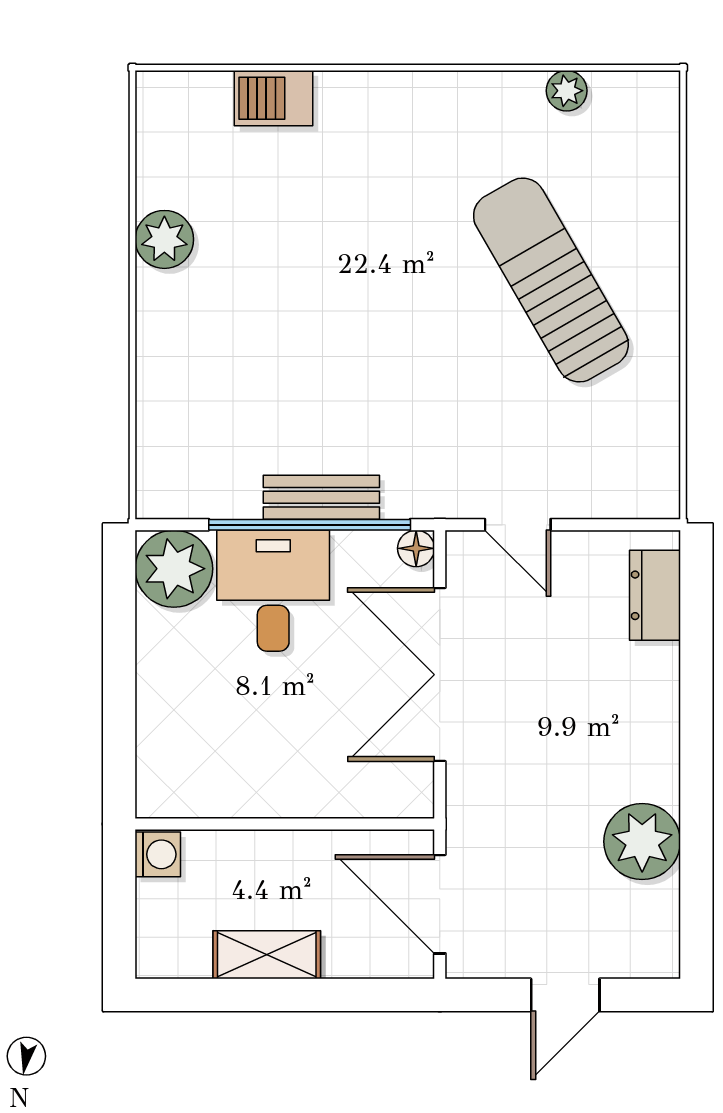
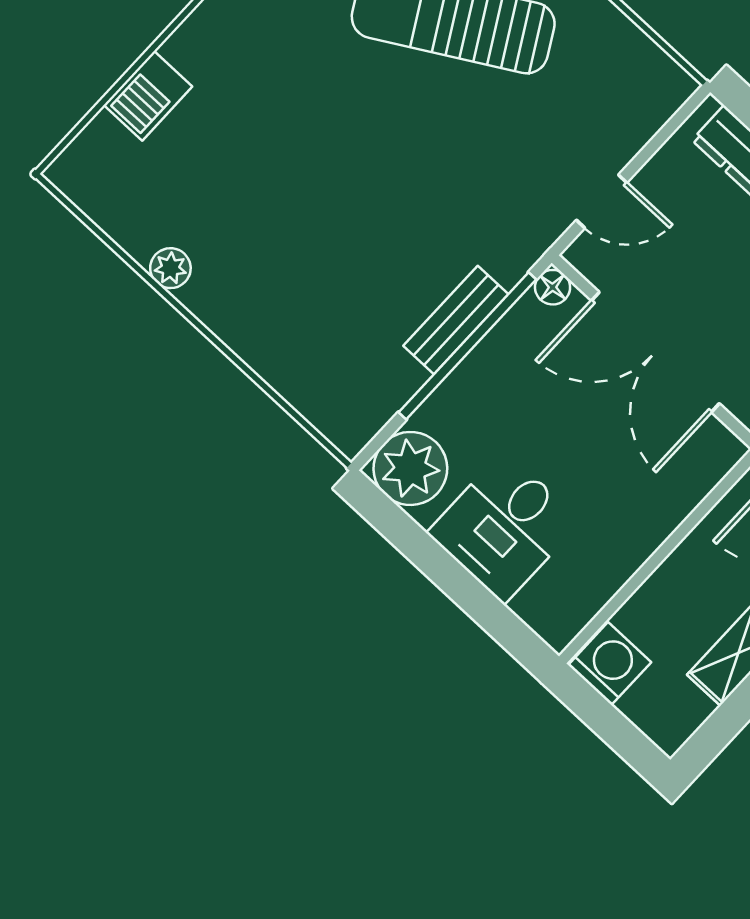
plant: (164, 239) -> (170, 268), width x0.73, depth x0.73
desk: (273, 591) -> (504, 527), moved, turned -90
washing machine: (158, 854) -> (610, 664), width x1.38, depth x1.38

